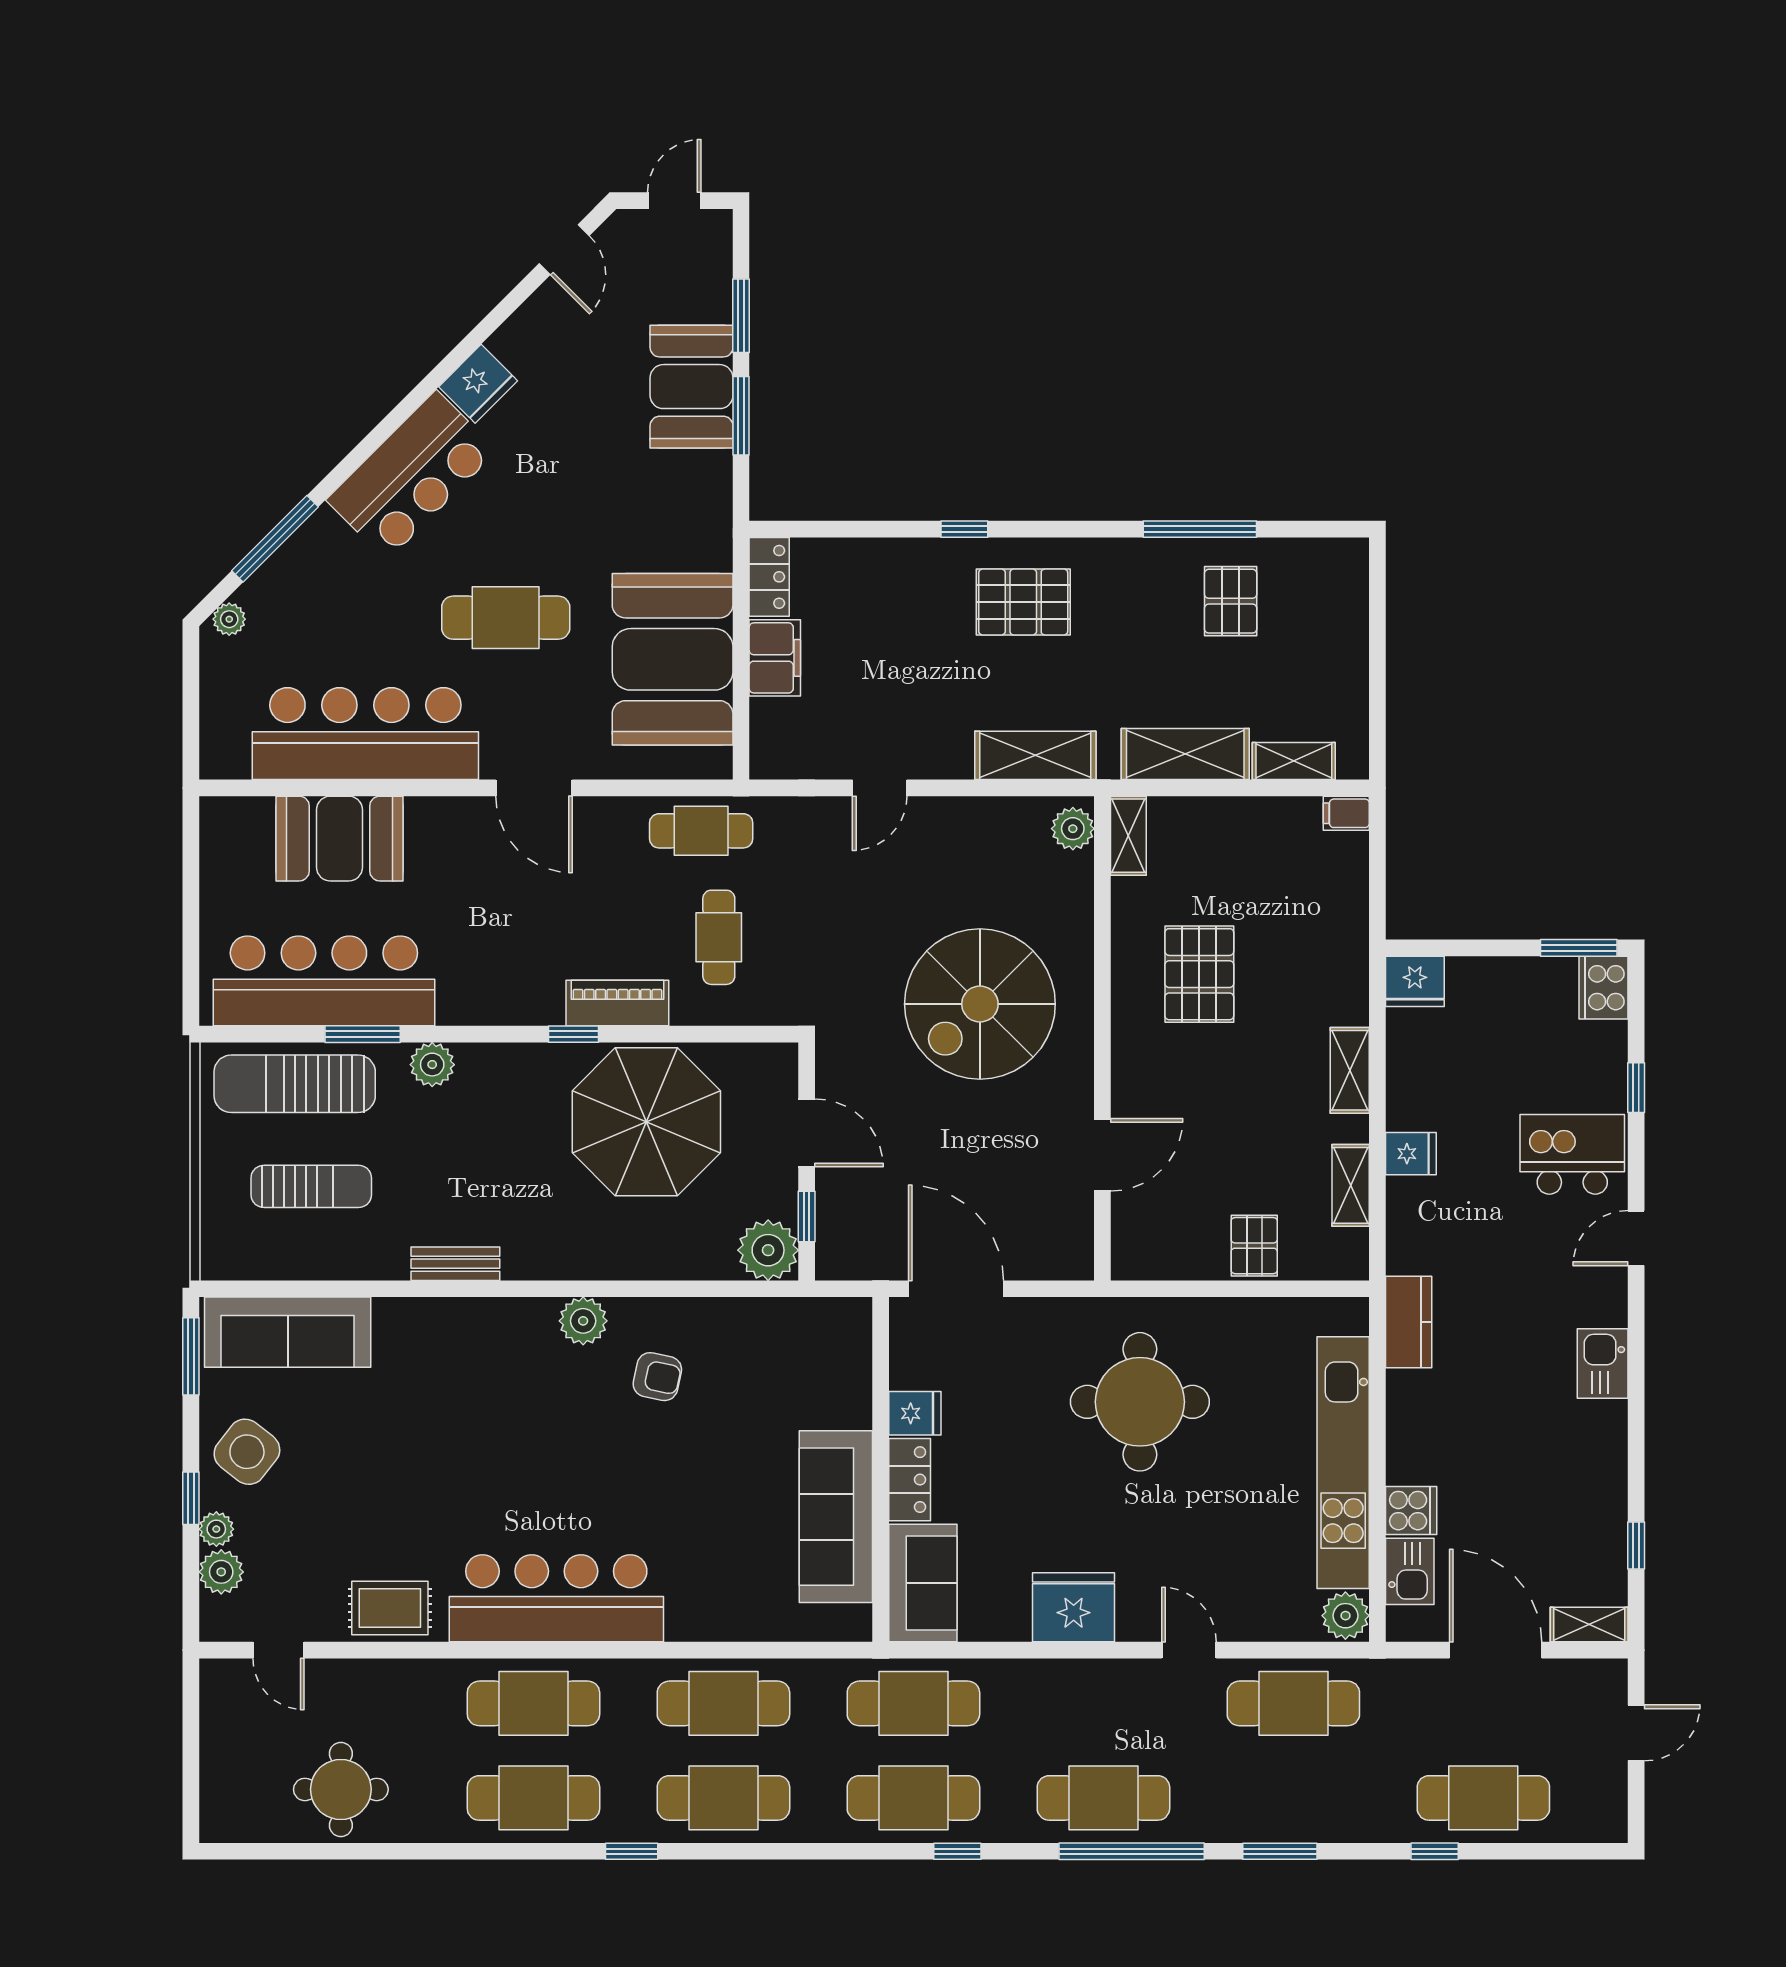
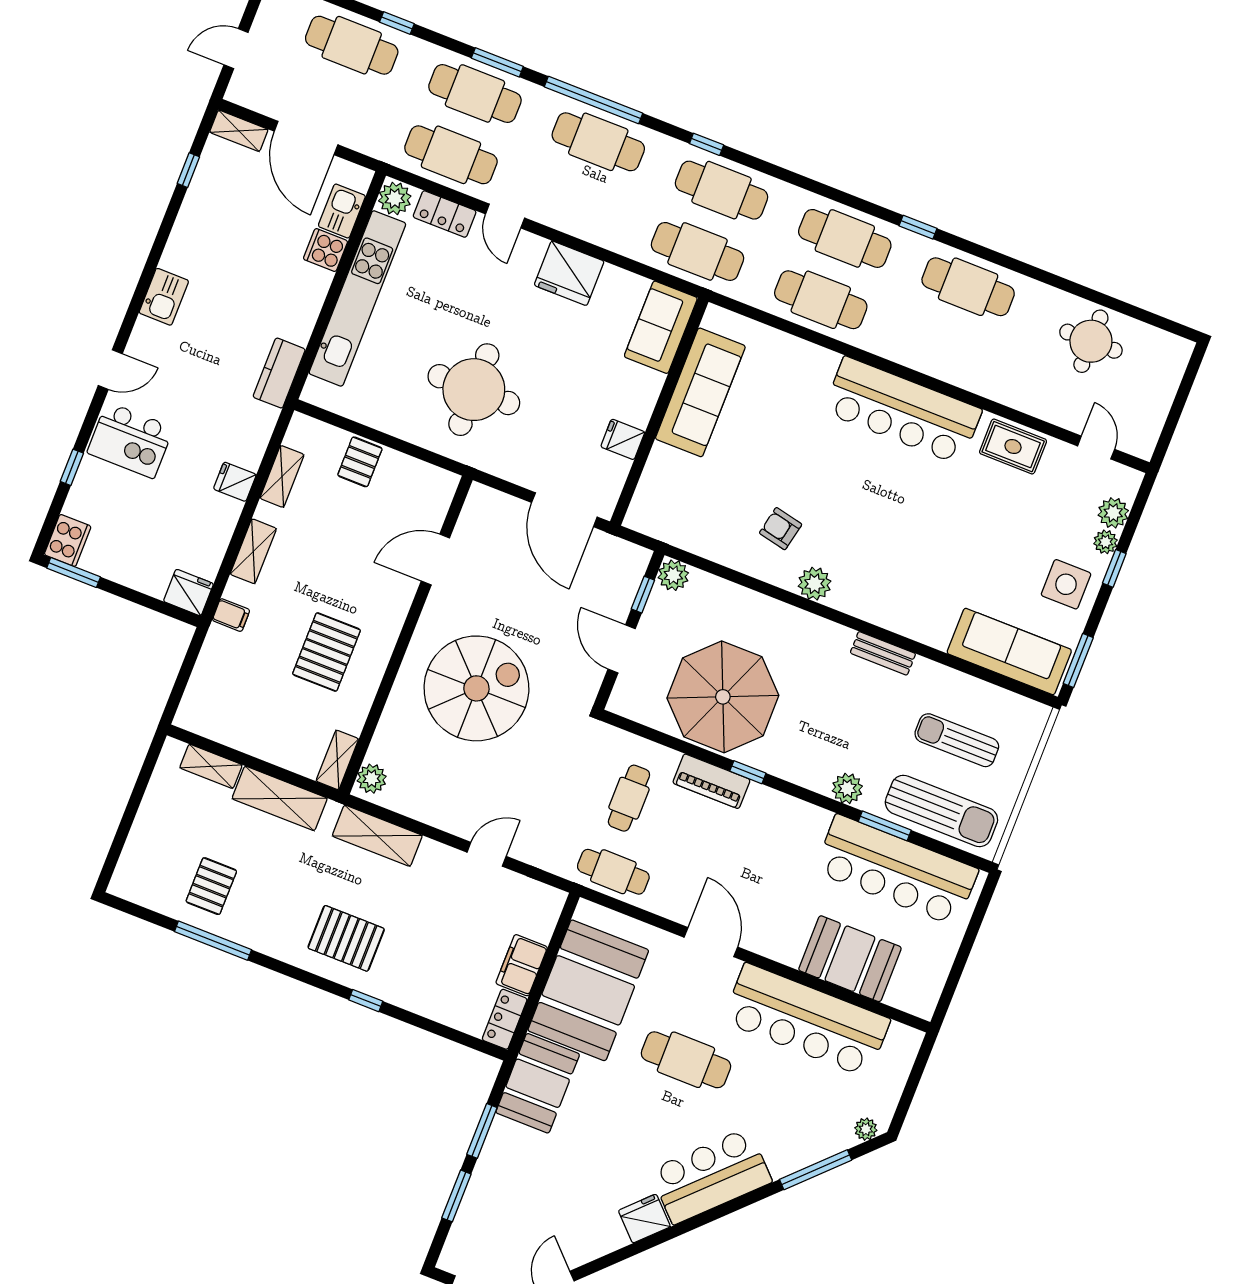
booth: (692, 387) -> (538, 1083), moved
filing cabinet: (1346, 813) -> (231, 615), moved
plant: (768, 1250) -> (673, 575), width x0.73, depth x0.73
side table: (247, 1452) -> (1066, 584), turned -38
locker: (910, 1480) -> (445, 214), moved, turned -90
cafe table: (533, 1703) -> (475, 93), moved

